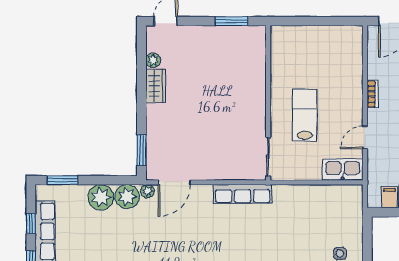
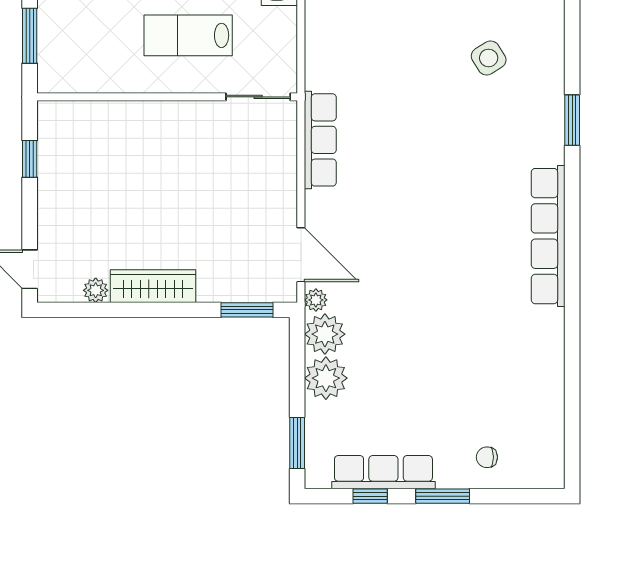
window: (231, 21) -> (30, 159), width x0.67
window: (304, 21) -> (30, 36), added
wardrobe: (156, 86) -> (153, 286), width x1.50

